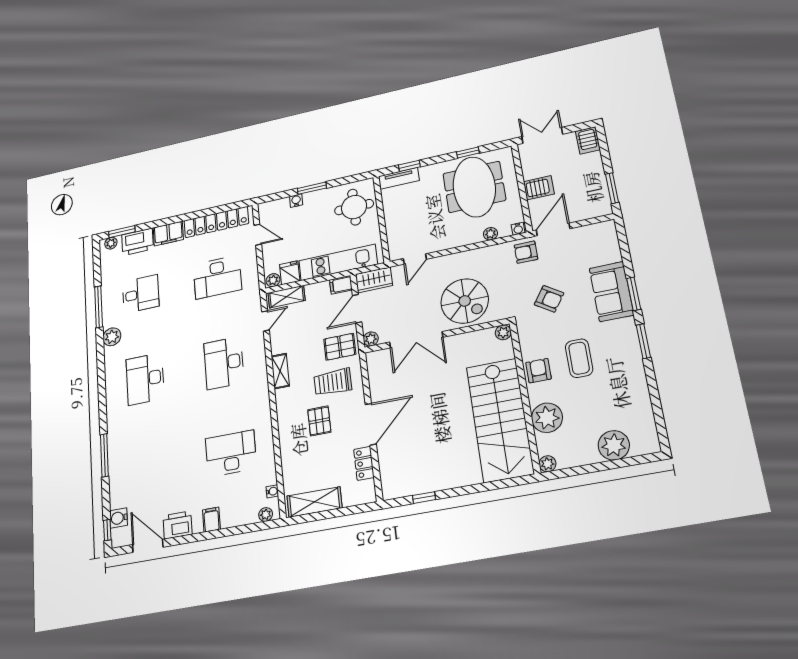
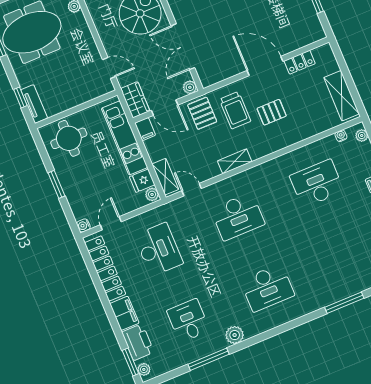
water cooler: (296, 201) -> (83, 225), moved
double door: (416, 340) -> (183, 47), swing flipped
desk: (231, 453) -> (317, 184), turned 90

